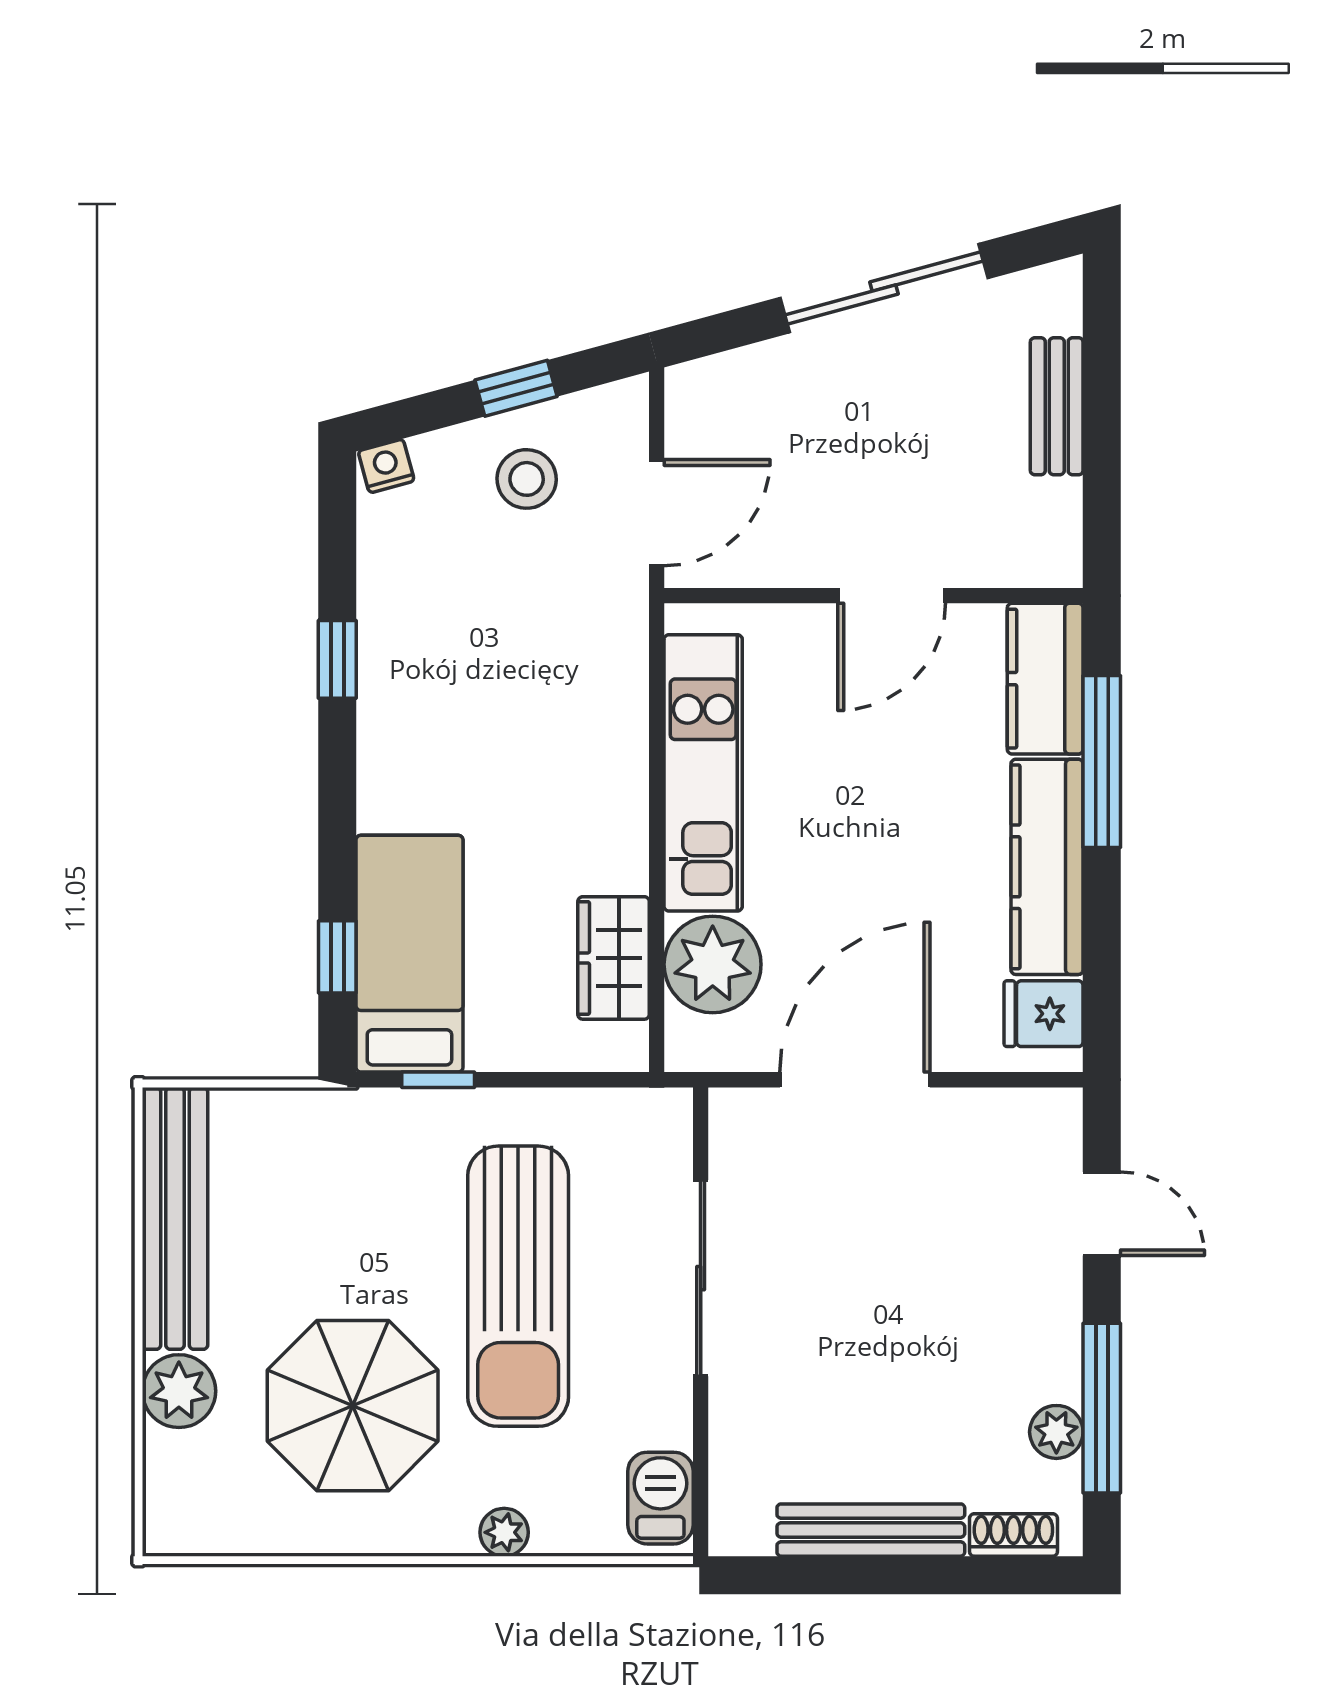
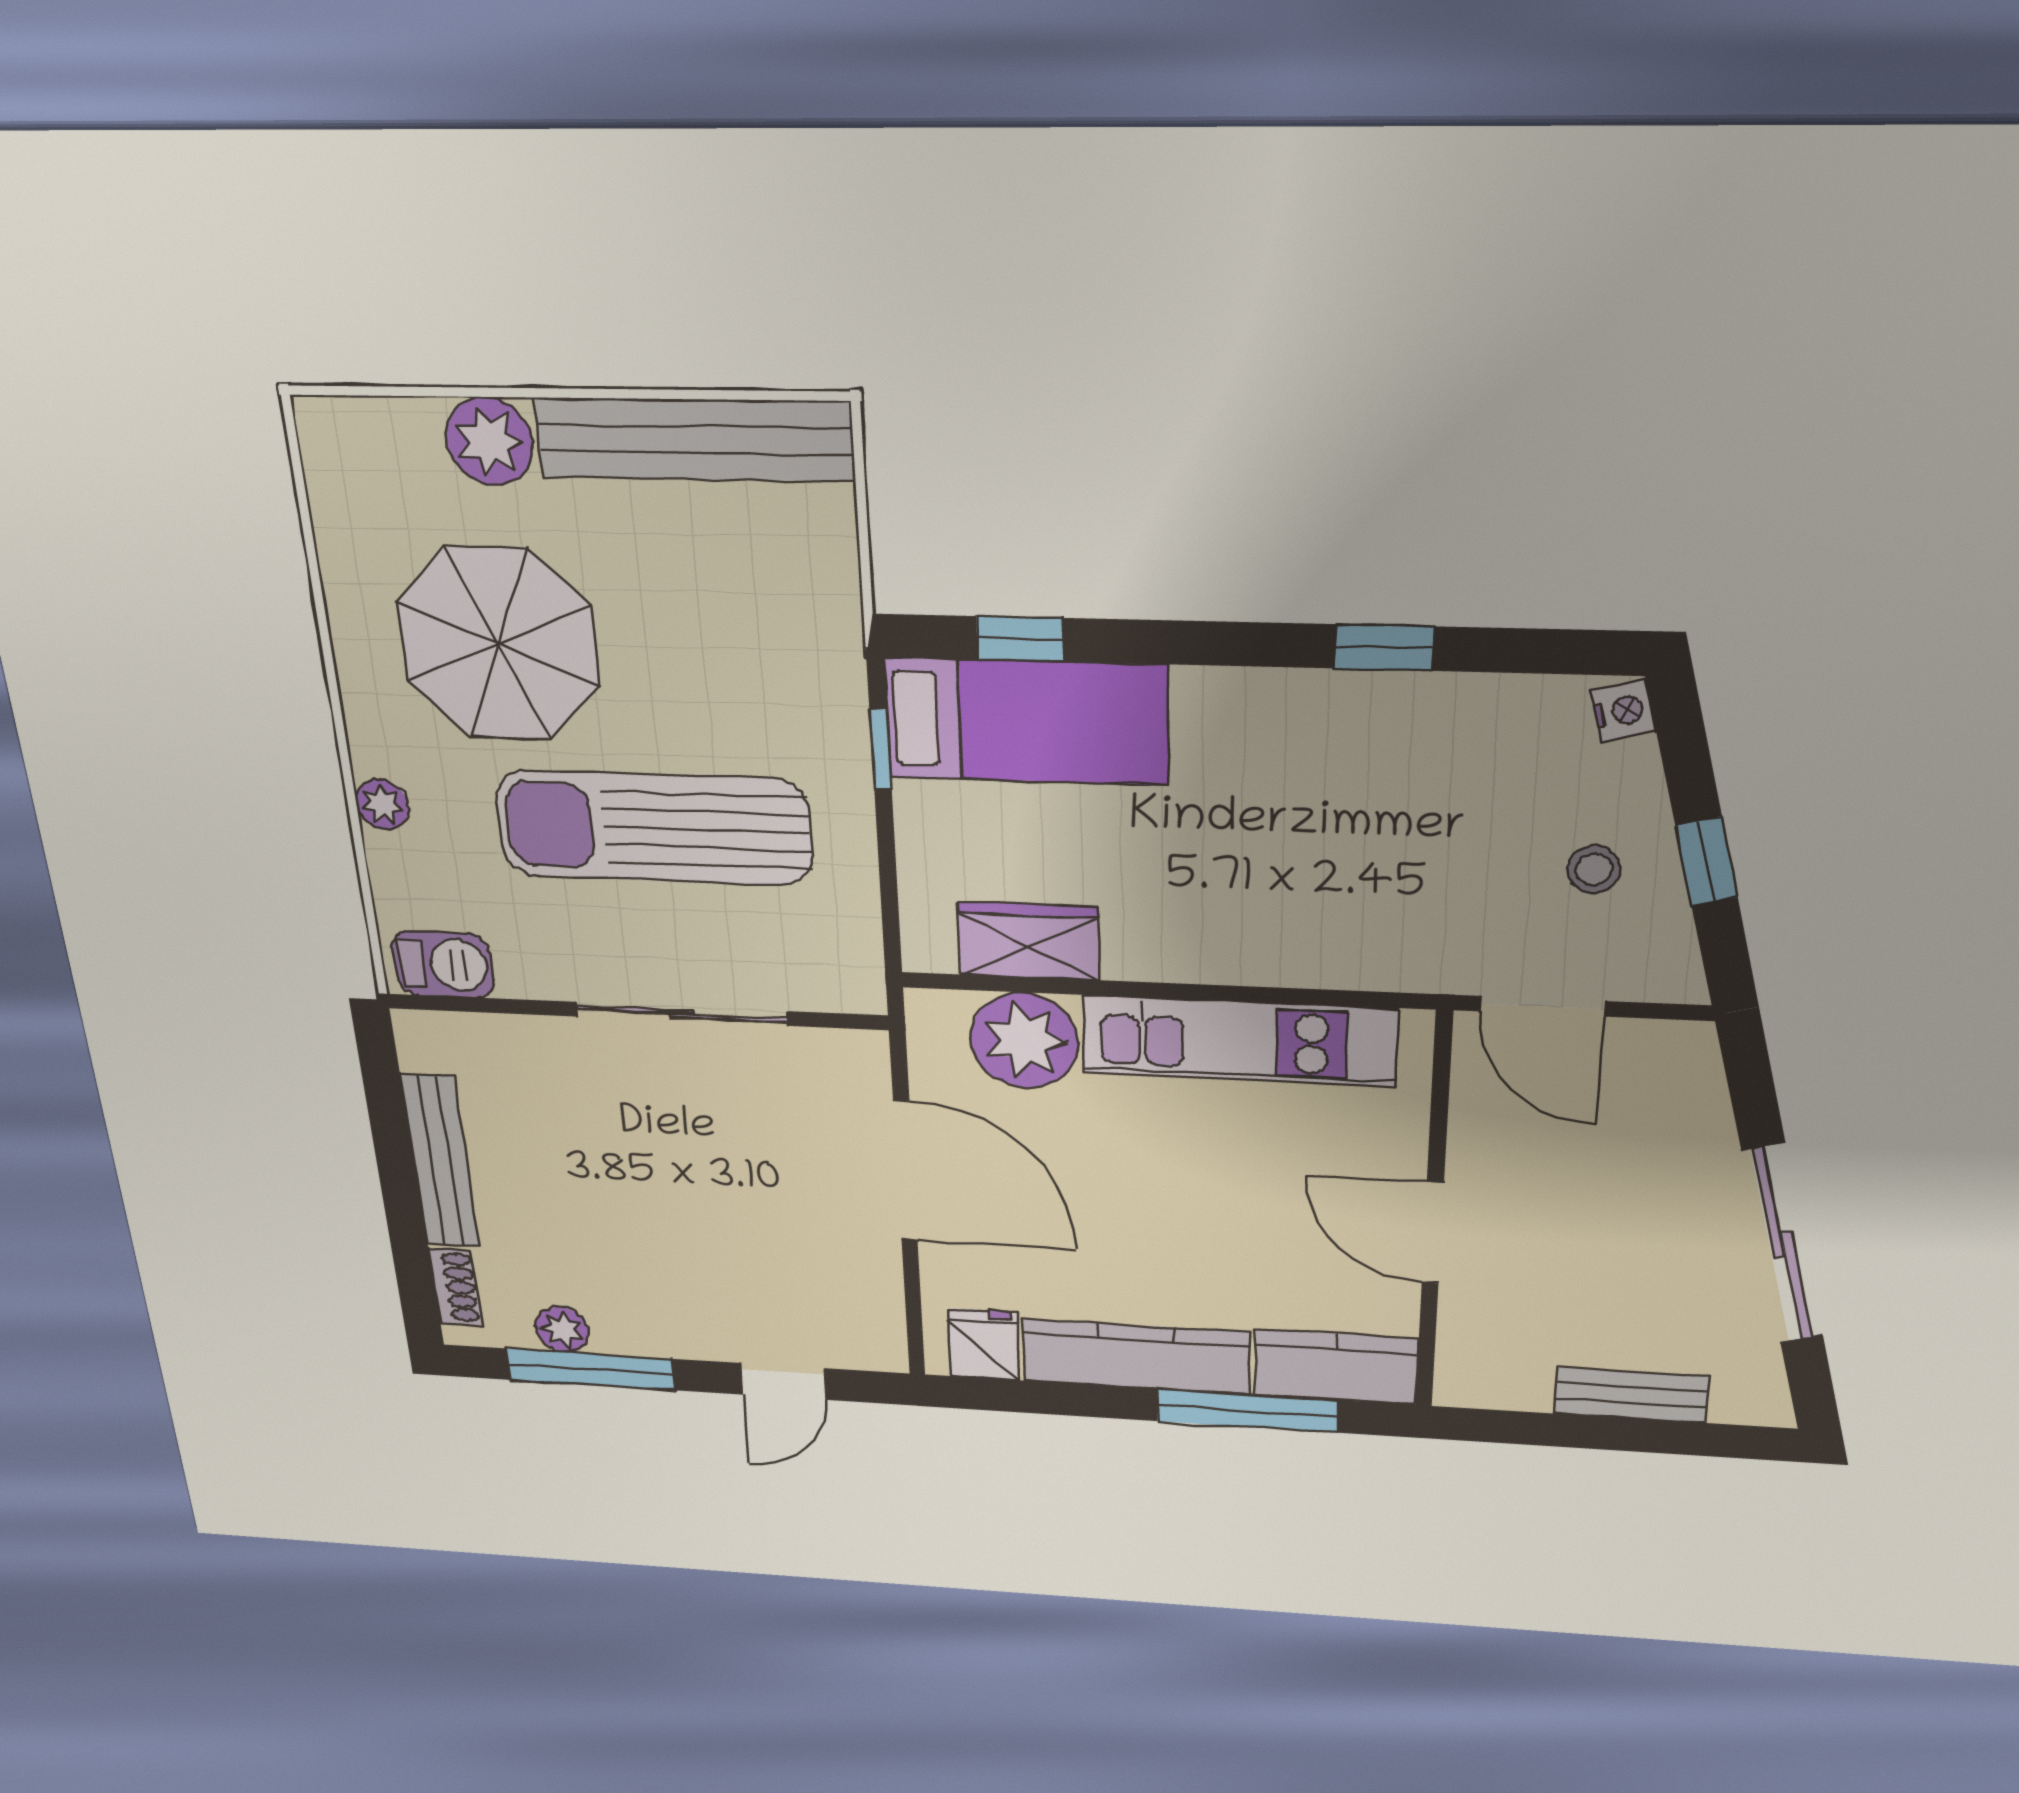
stool: (527, 479) -> (1594, 869), width x0.73, depth x0.73

